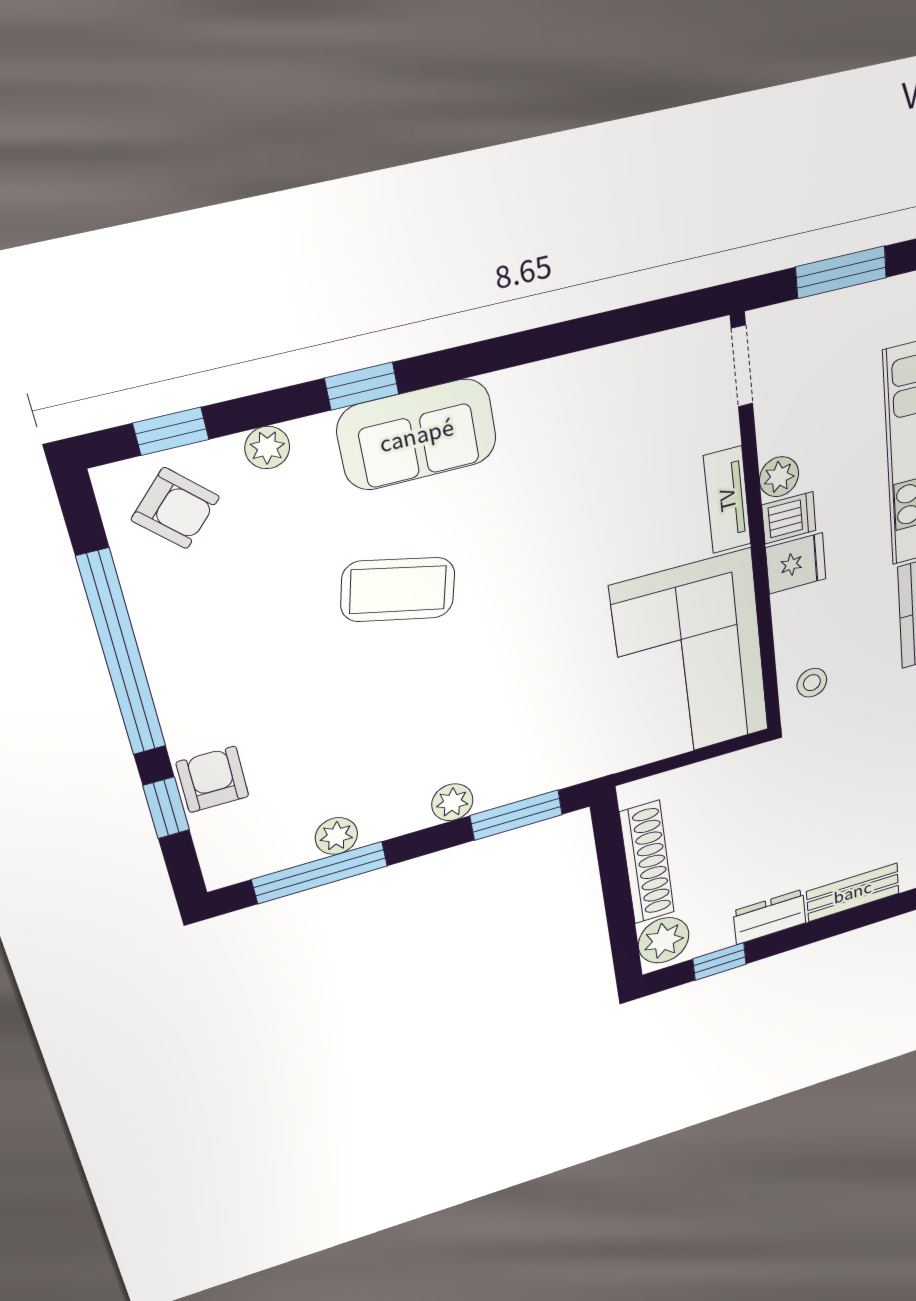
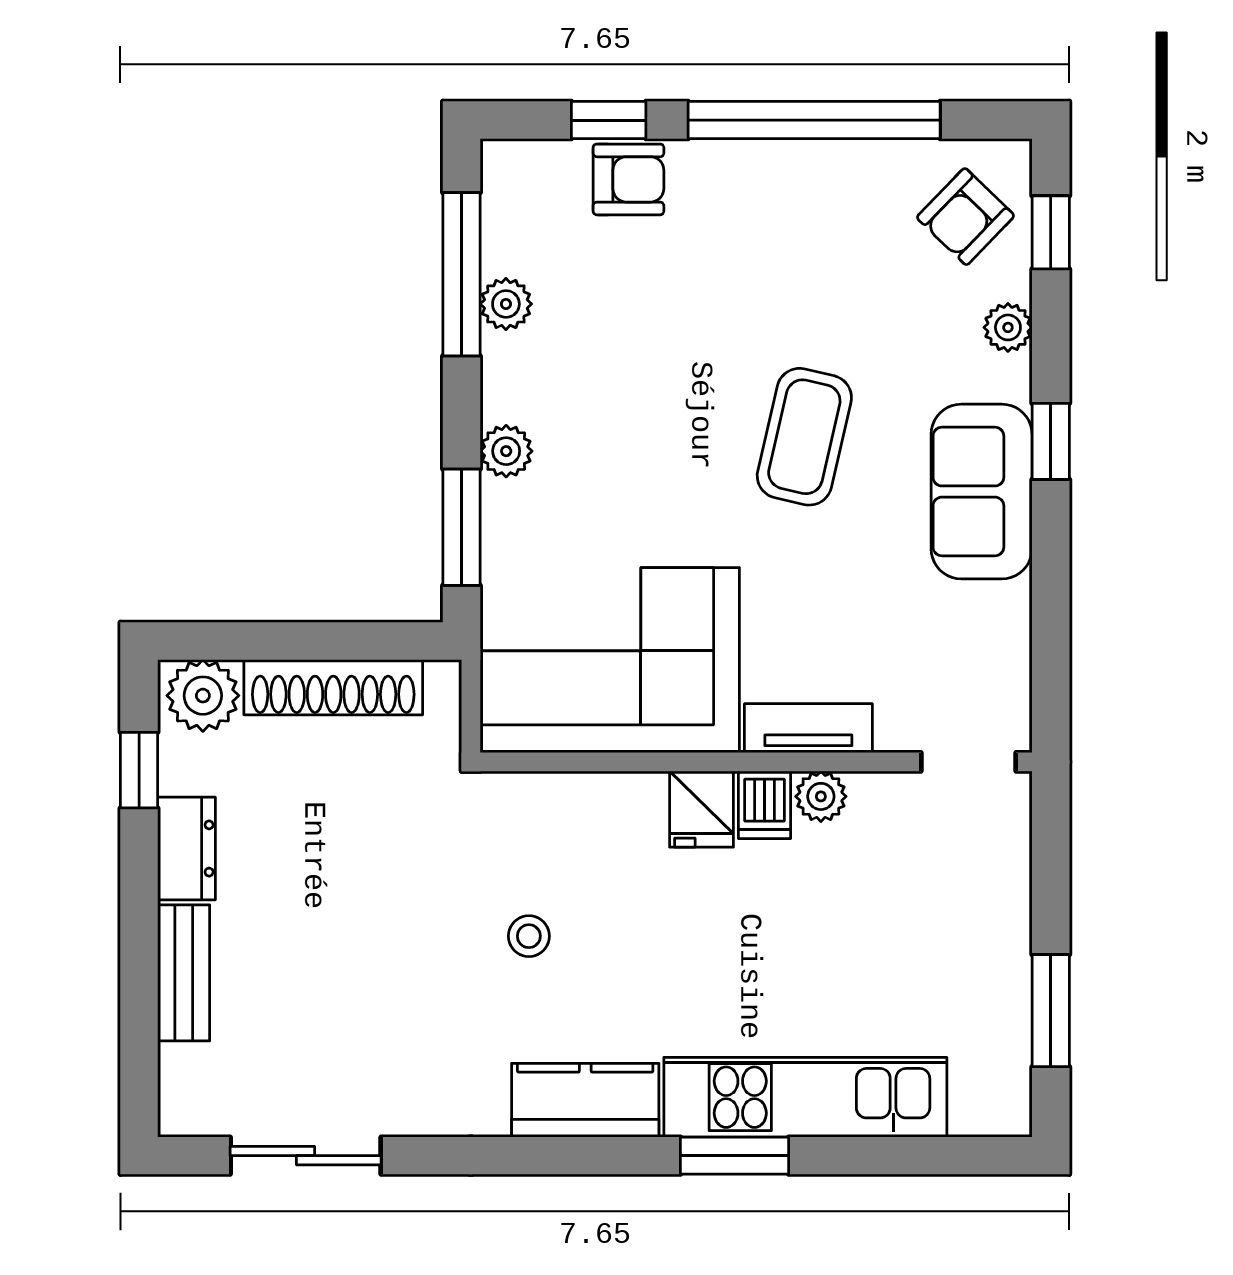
doorway: (742, 366) -> (968, 762), moved
plant: (779, 477) -> (821, 796), moved
tv unit: (727, 500) -> (808, 728), moved
dishwasher: (789, 518) -> (764, 805), moved
wall: (757, 533) -> (756, 762), moved
fridge: (796, 563) -> (702, 809), moved
corner sofa: (691, 660) -> (610, 660), moved

